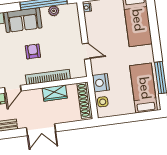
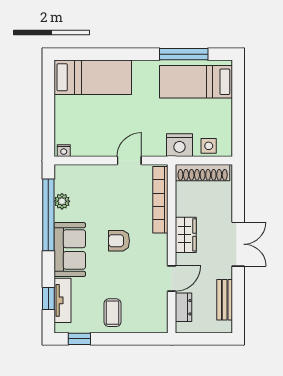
bookcase: (48, 77) -> (160, 200), moved
door: (13, 89) -> (172, 278), hinge flipped
wardrobe: (55, 93) -> (186, 235), moved

